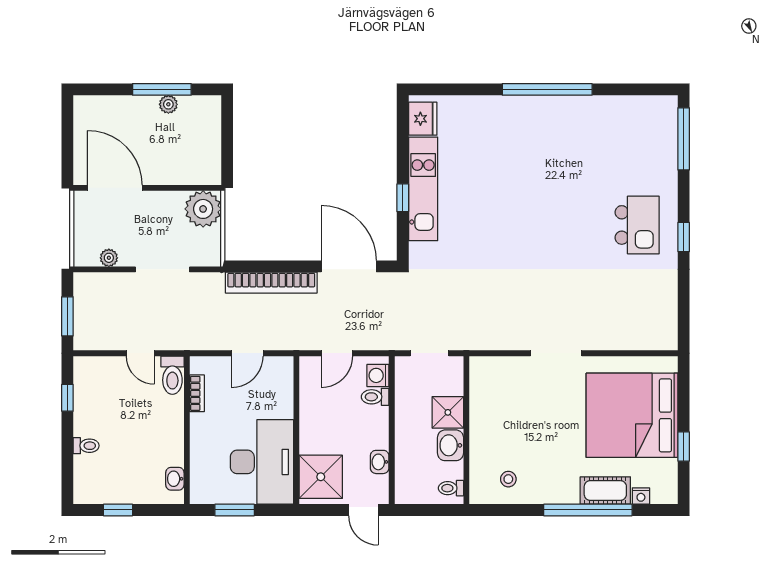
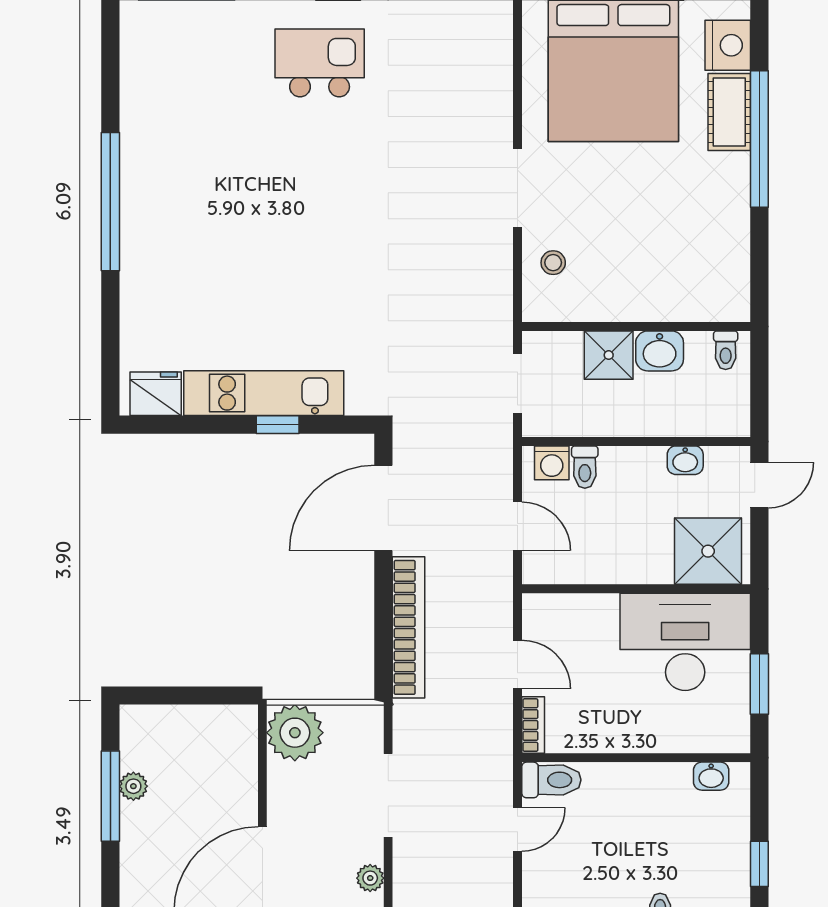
bookcase: (197, 393) -> (533, 725), moved, turned 90
stool: (508, 479) -> (553, 263), moved
nightstand: (641, 496) -> (728, 45), width x1.89, depth x1.79

